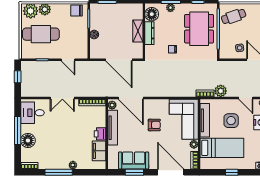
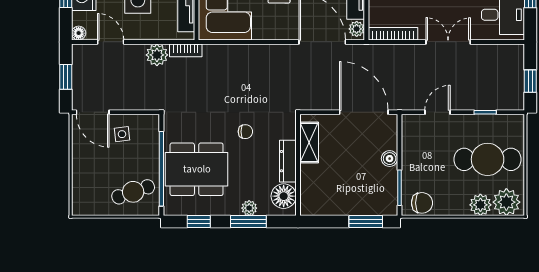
dining table: (199, 29) -> (197, 169), turned 90
shelving: (138, 31) -> (309, 143), moved
door: (68, 60) -> (437, 112), hinge flipped
door: (119, 60) -> (364, 112), moved

